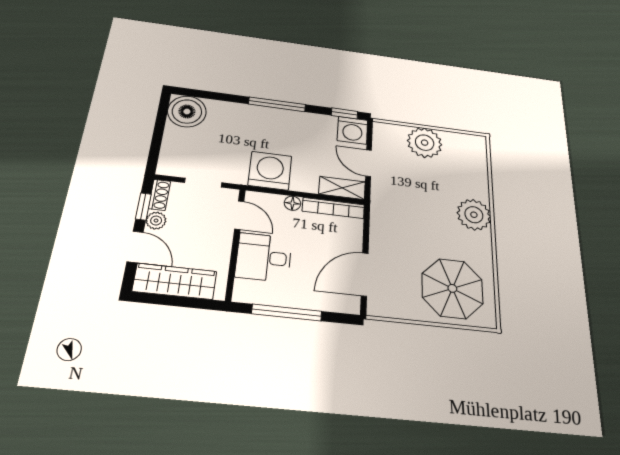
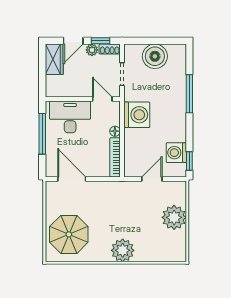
window: (277, 104) -> (189, 94), moved
boiler: (187, 111) -> (155, 56), moved
washing machine: (352, 130) -> (176, 153), moved
shelving: (342, 188) -> (131, 162), removed
door: (239, 215) -> (102, 99), swing flipped
desk: (264, 257) -> (70, 117), width x1.37
wardrobe: (175, 281) -> (54, 59), width x0.67

